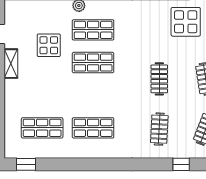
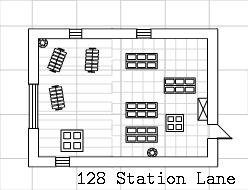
clothes rail: (159, 79) -> (92, 98), removed
shop shelf: (42, 128) -> (180, 86), moved
window: (26, 164) -> (144, 34), moved

